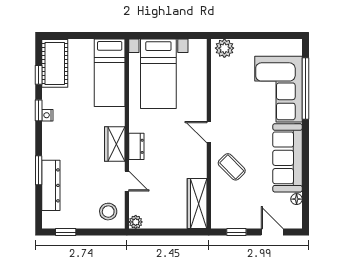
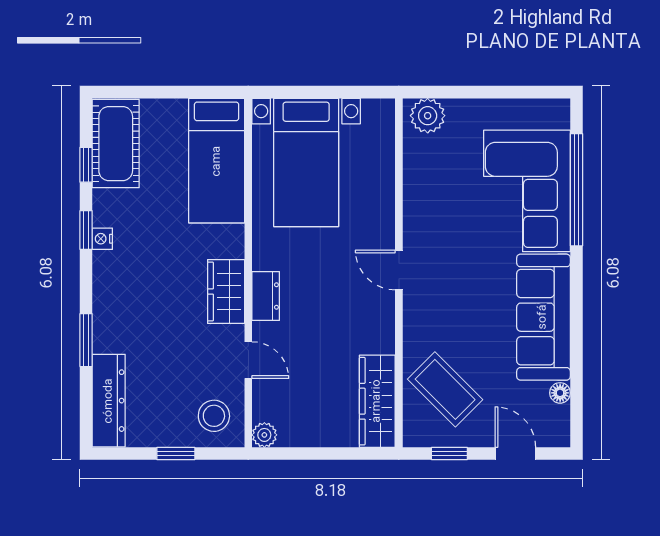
coffee table: (232, 167) -> (445, 389), moved, width x1.36, depth x1.30
dresser: (51, 185) -> (109, 401), moved
window: (66, 232) -> (176, 453), moved

